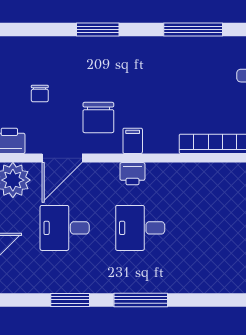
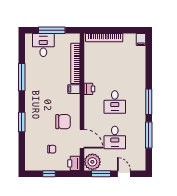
filing cabinet: (133, 141) -> (74, 89), moved
printer: (132, 174) -> (89, 89), moved
window: (70, 300) -> (149, 135), width x1.44

